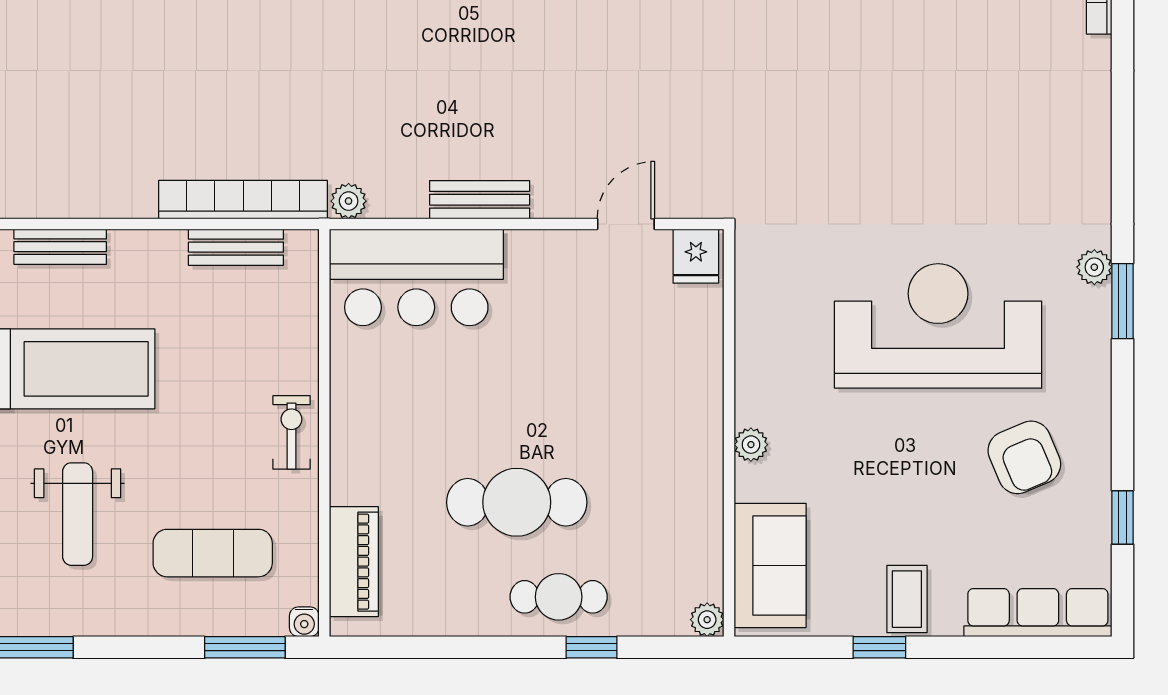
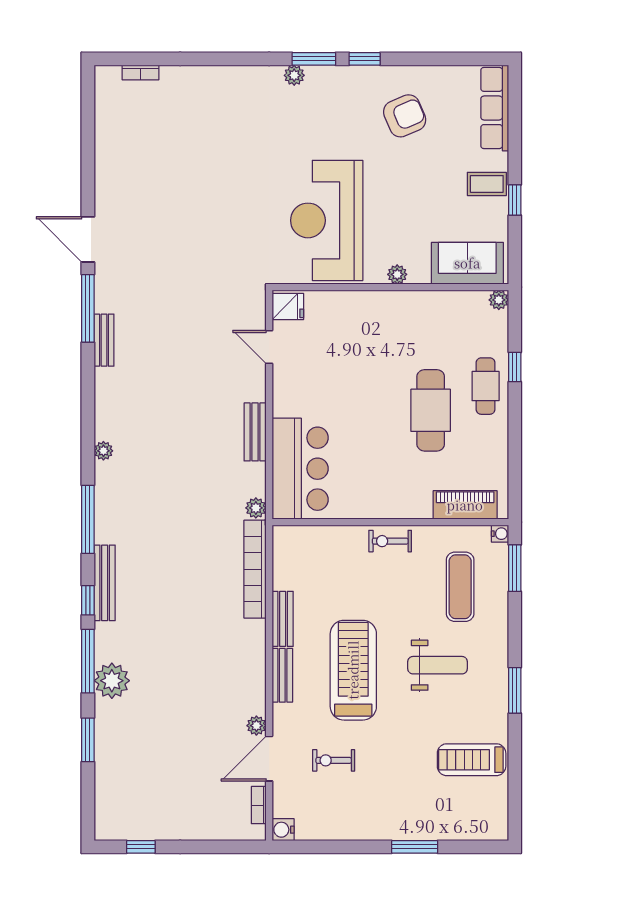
bench: (236, 247) -> (283, 619), moved
reception desk: (938, 326) -> (327, 220), moved
window: (1123, 518) -> (365, 59), moved

